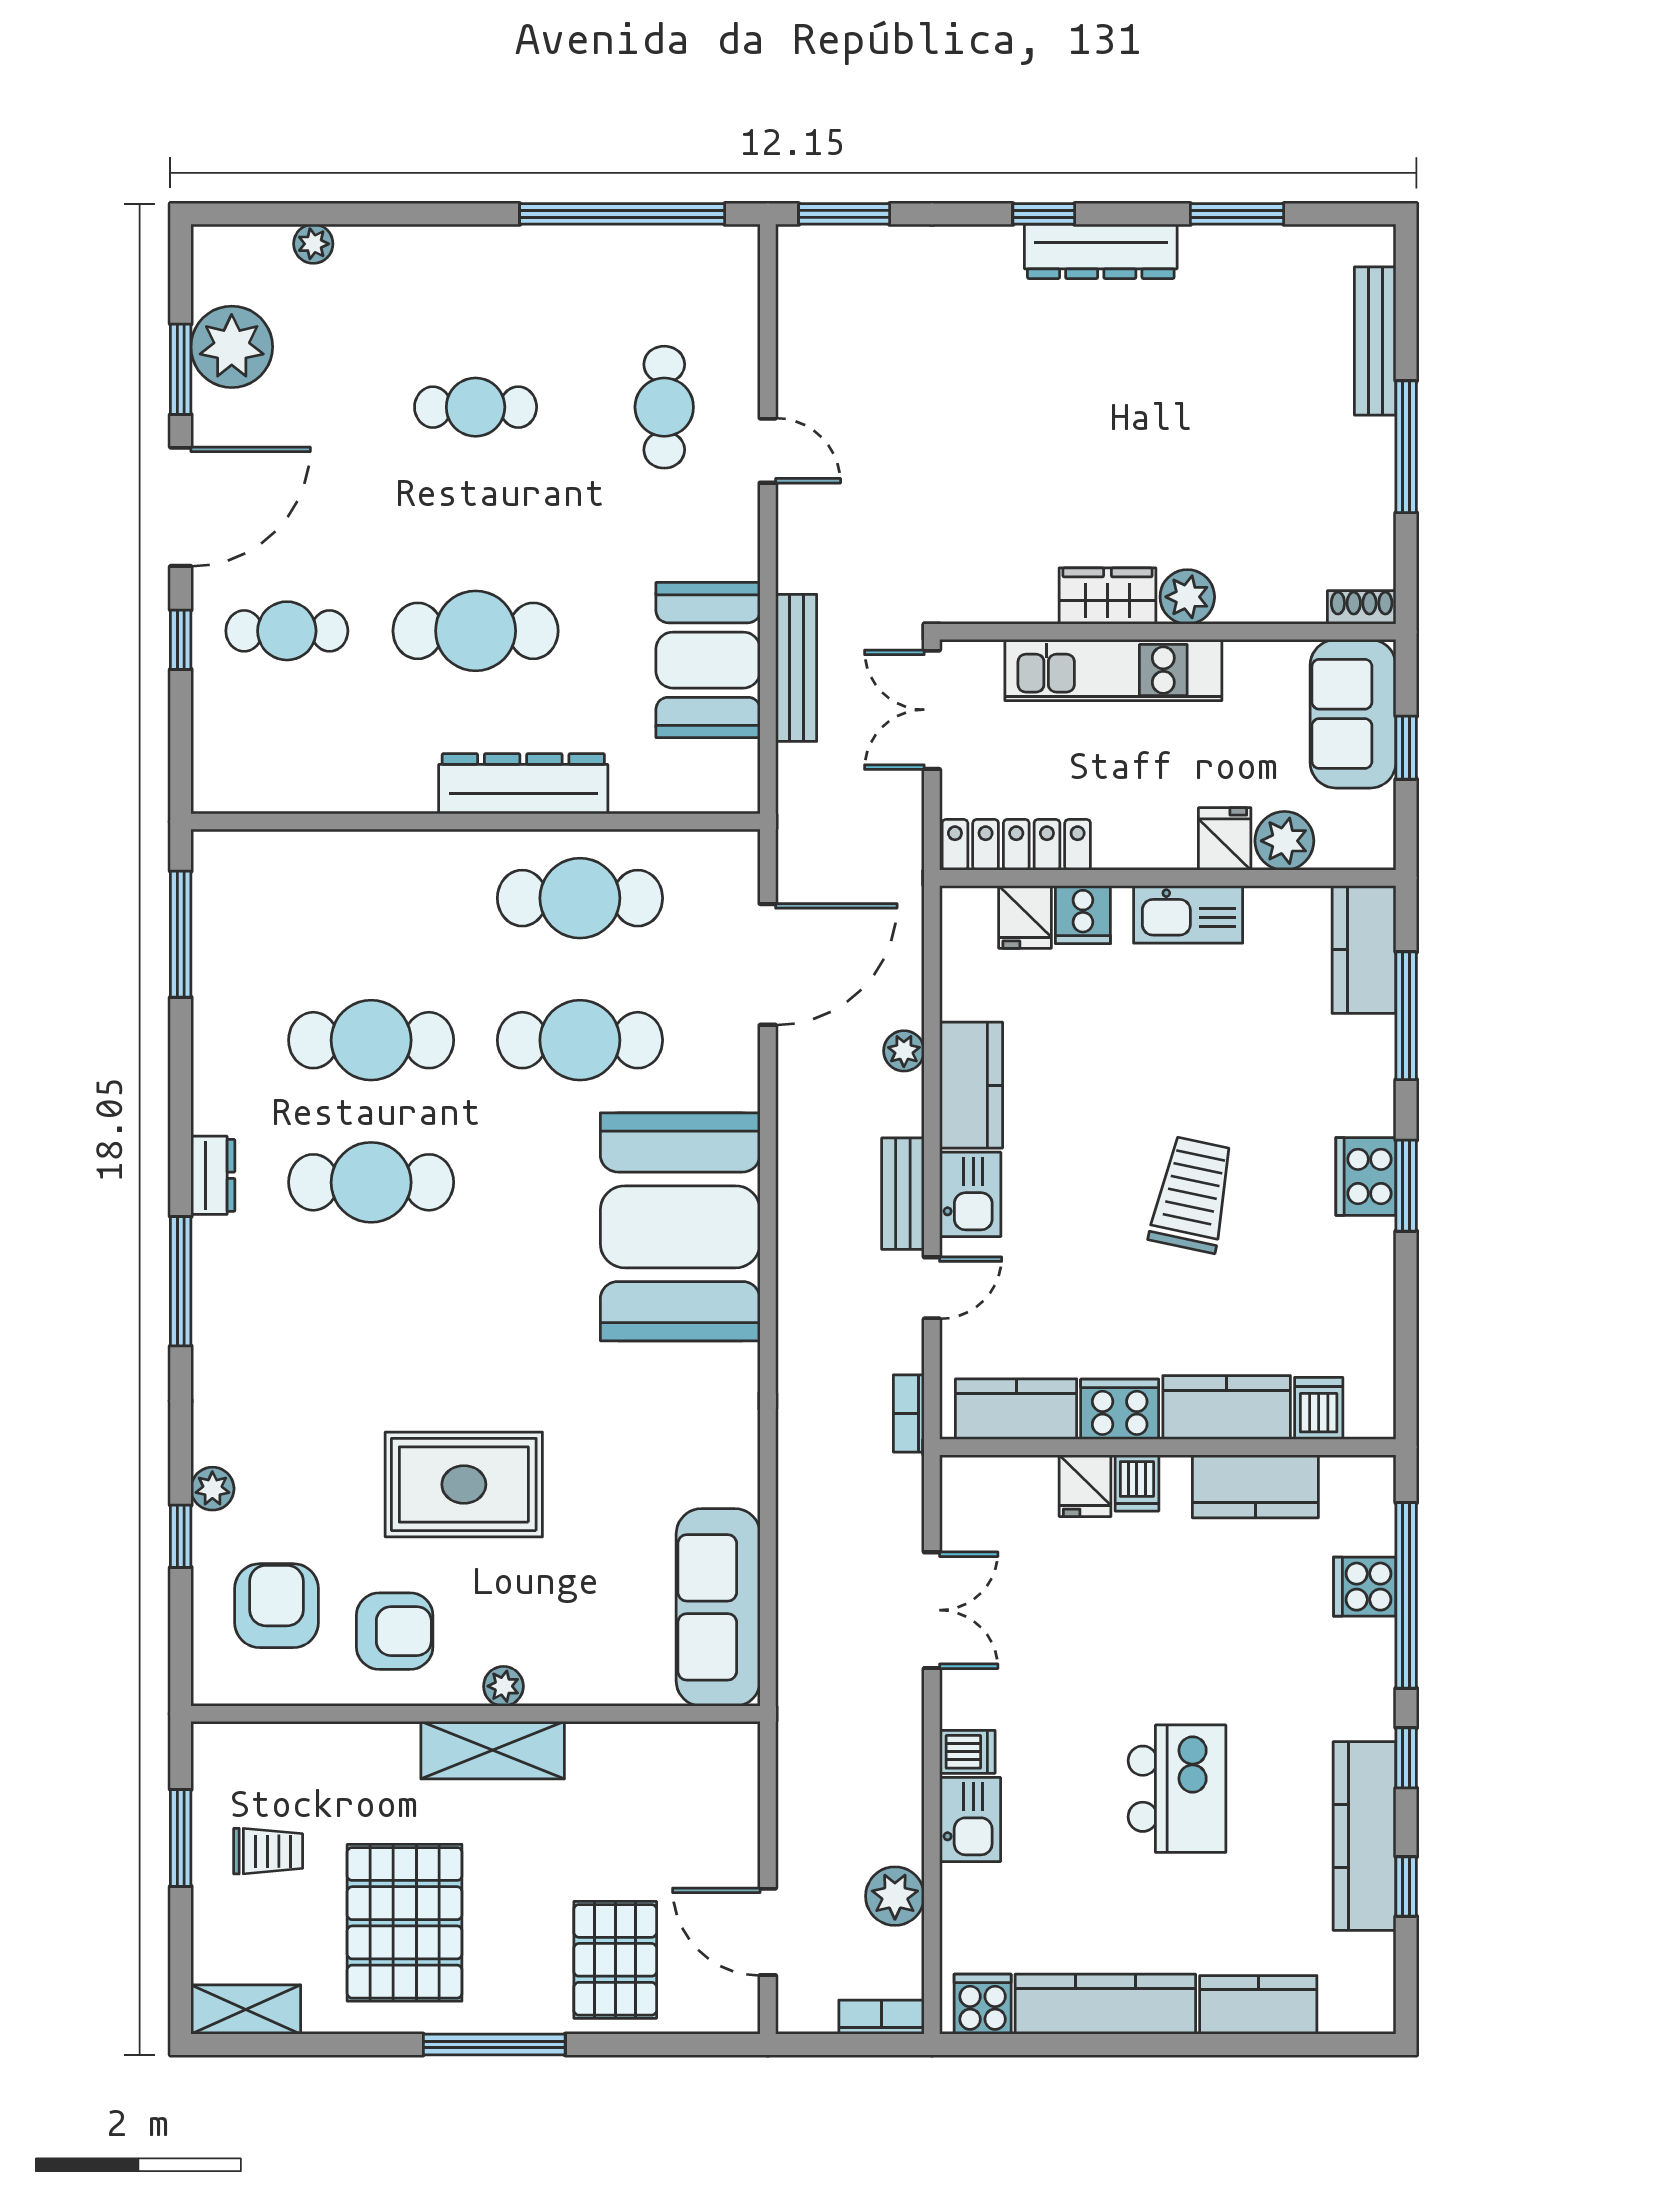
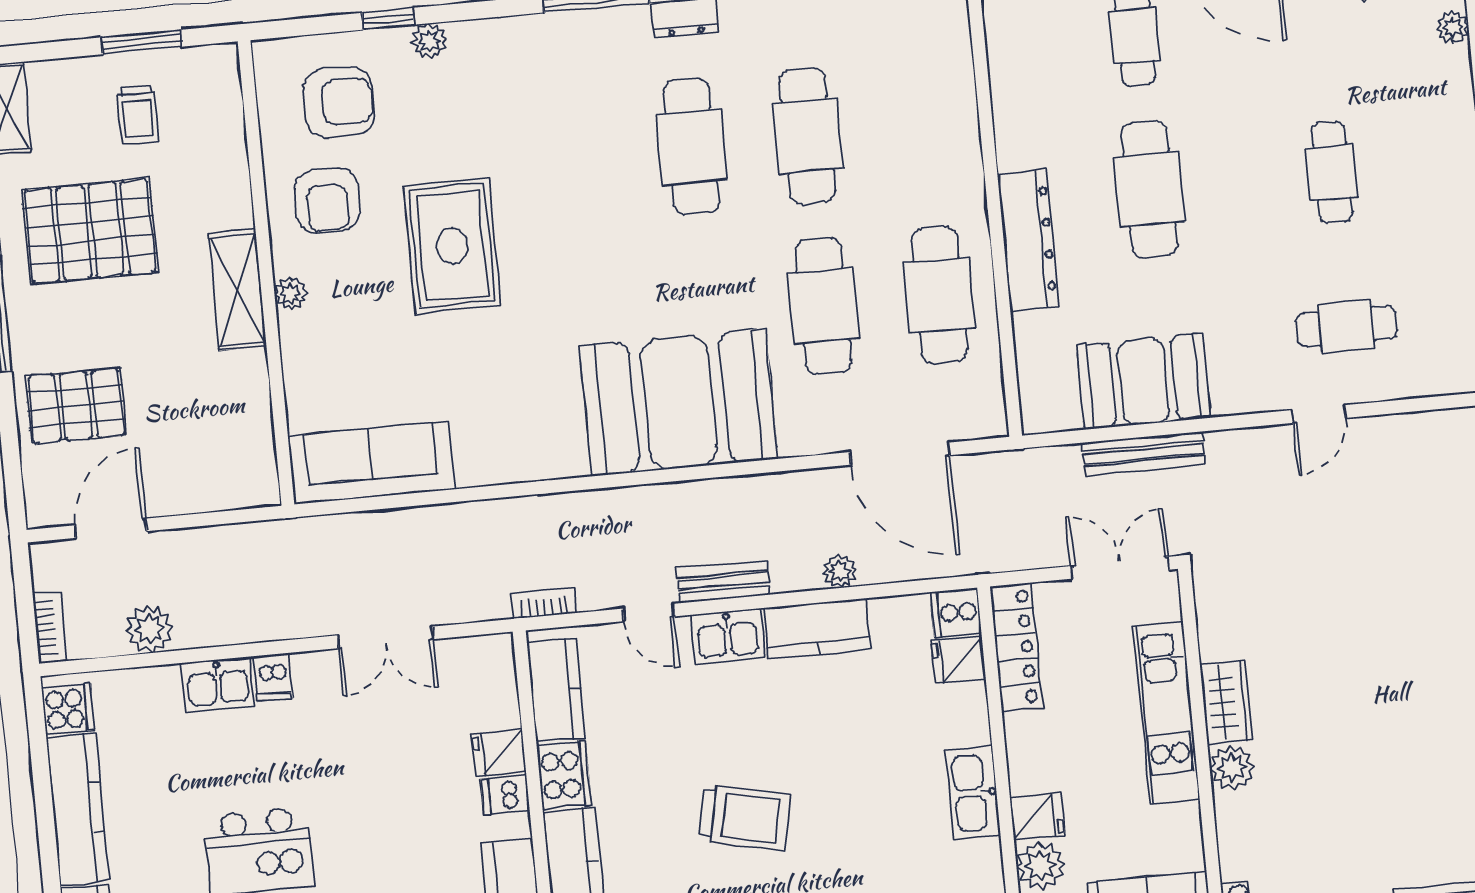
cooker: (1083, 915) -> (956, 612), moved

